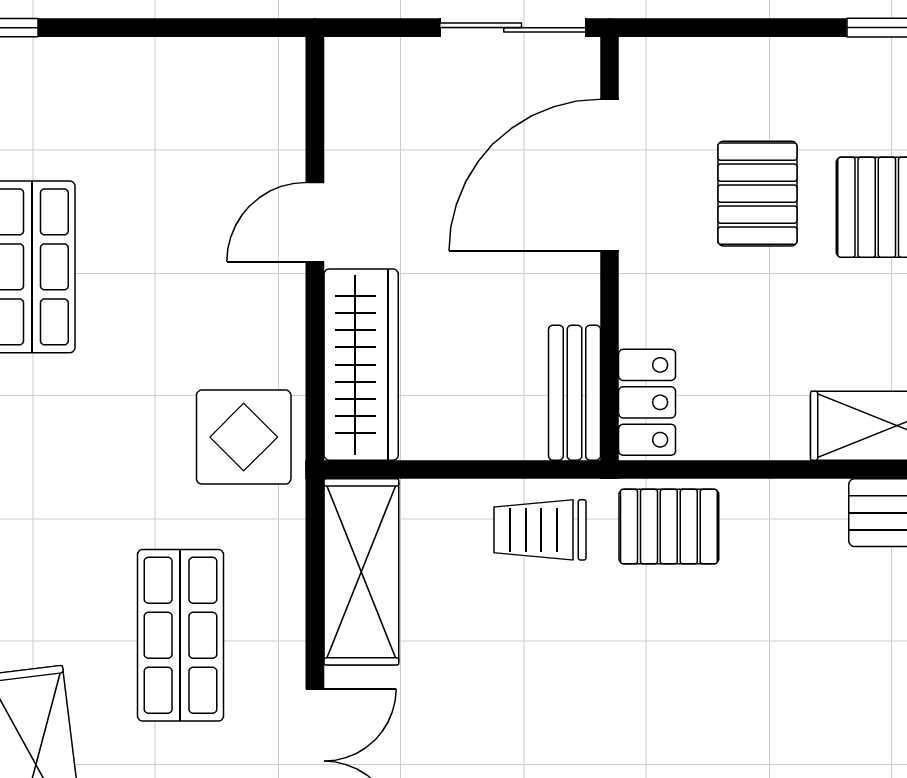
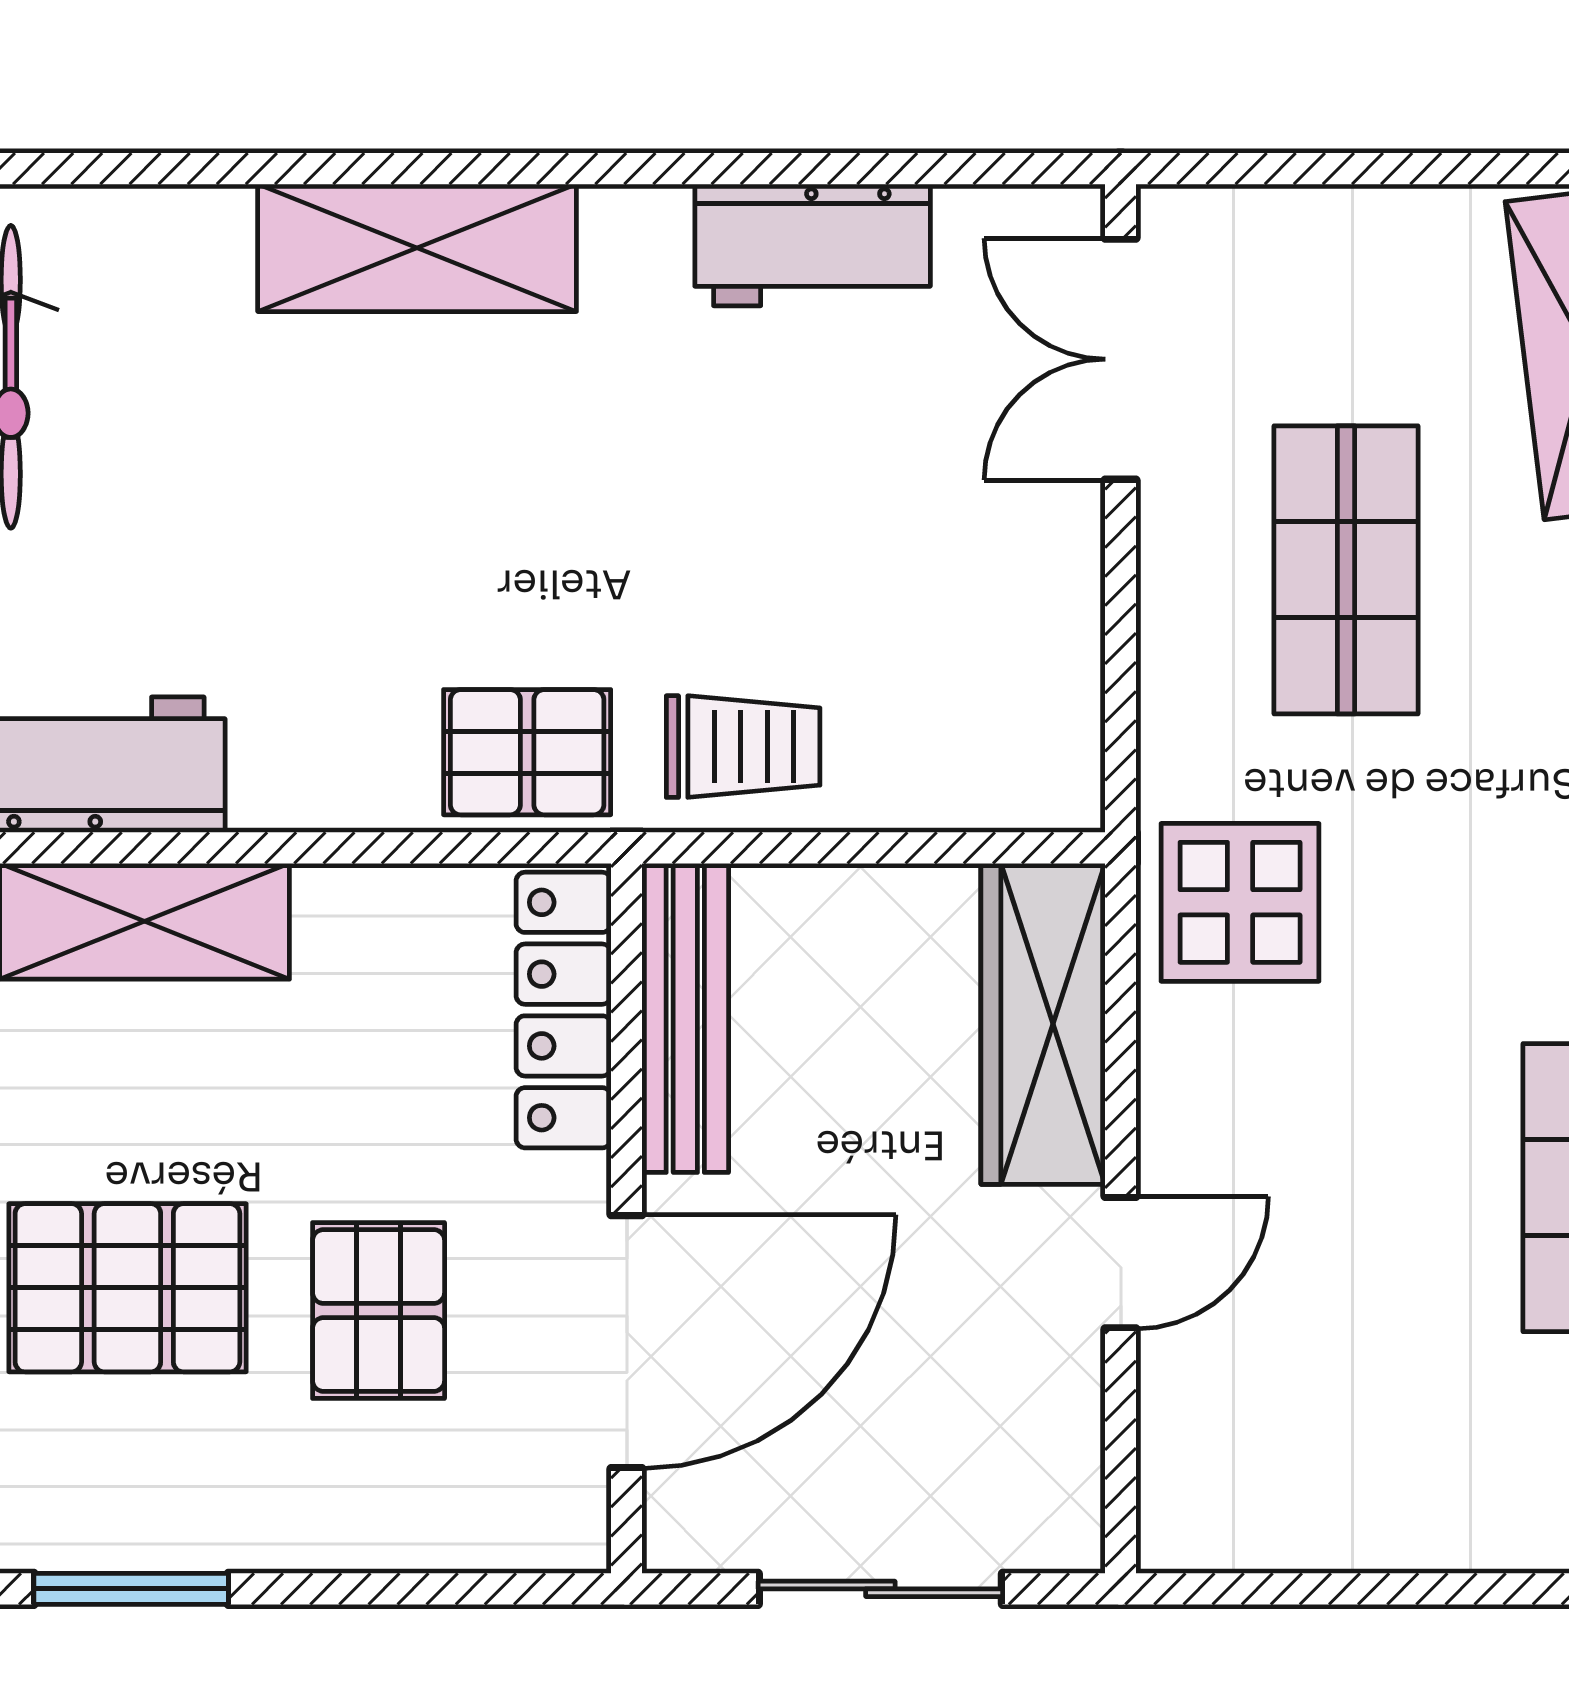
sliding door: (513, 28) -> (880, 1589), moved
bench: (575, 393) -> (685, 1018), width x1.36
locker: (647, 402) -> (564, 1010), width x1.53
shelving: (361, 572) -> (1043, 676), removed

